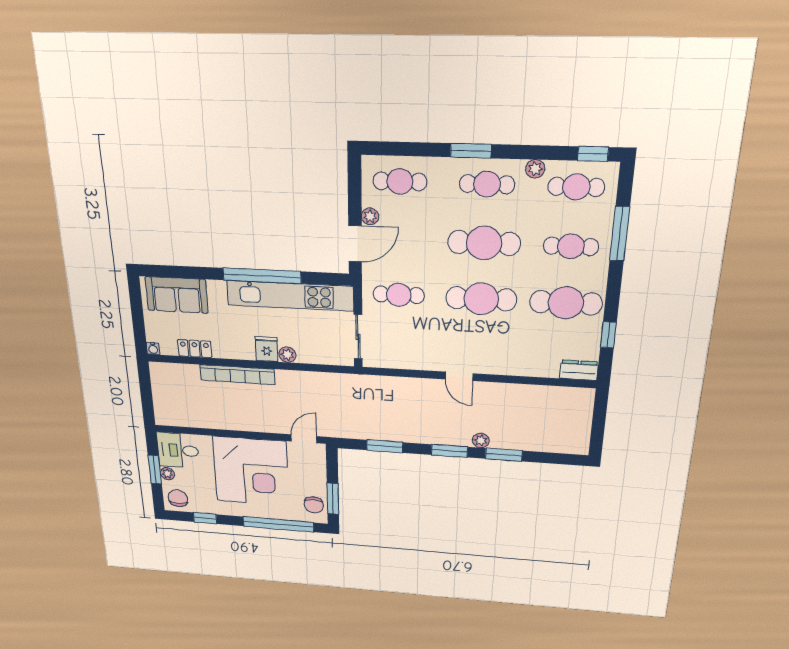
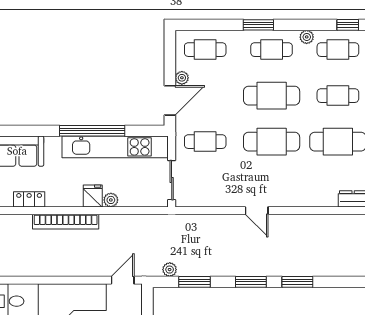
plant: (481, 440) -> (170, 270), moved

